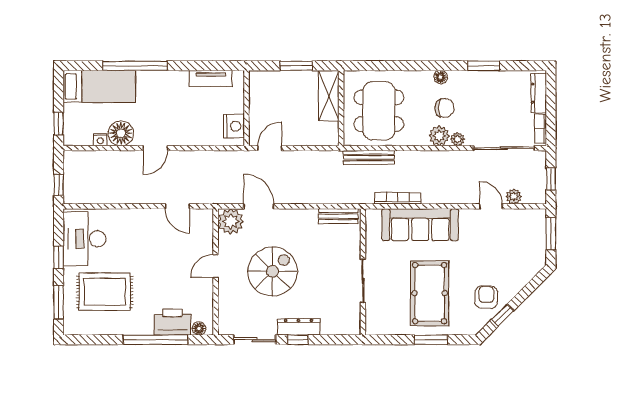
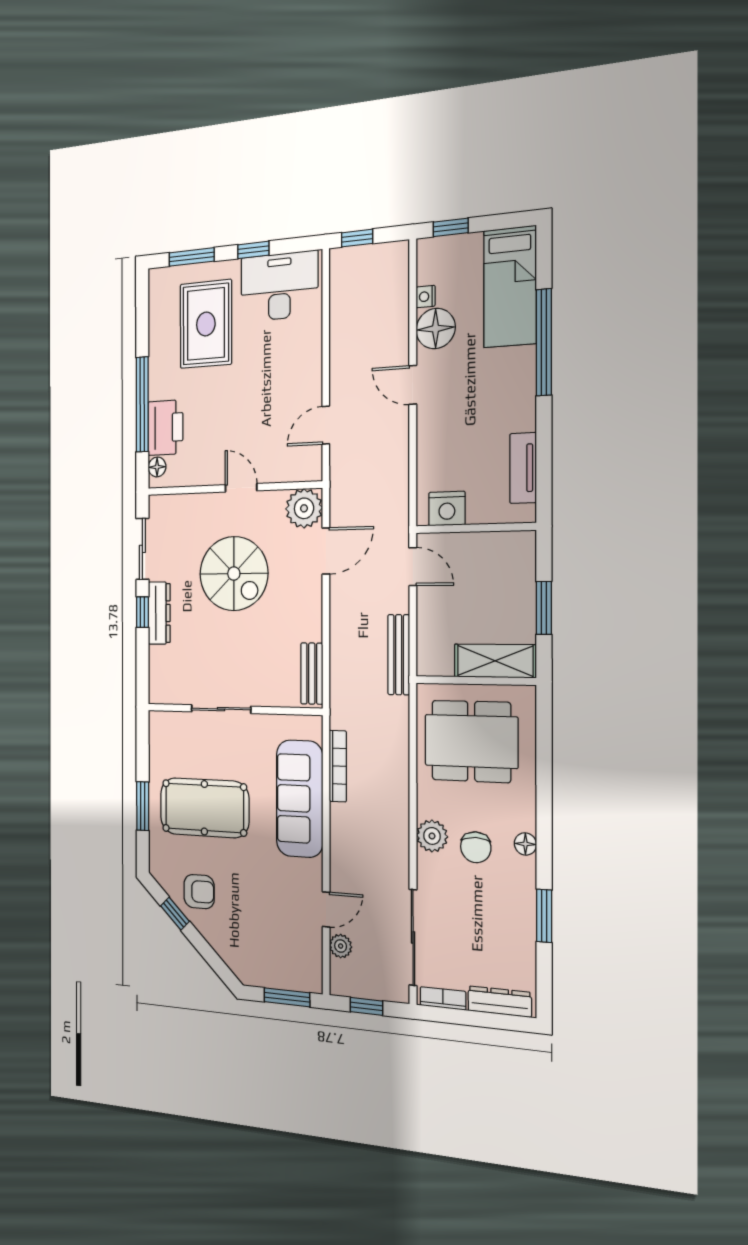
plant: (458, 139) -> (427, 865), removed
bench: (369, 157) -> (399, 655), moved

